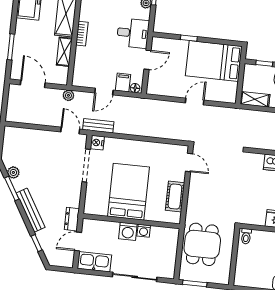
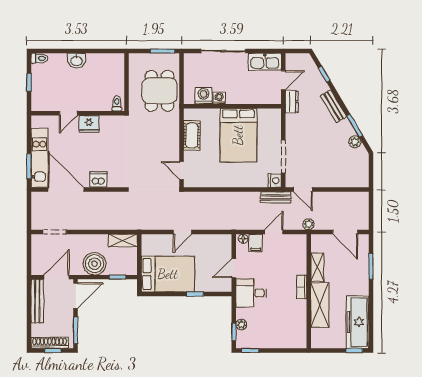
bench: (31, 210) -> (334, 106), width x0.73
washing machine: (128, 231) -> (204, 96), moved

